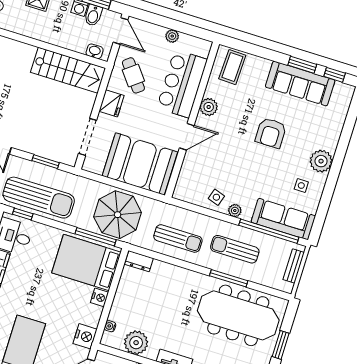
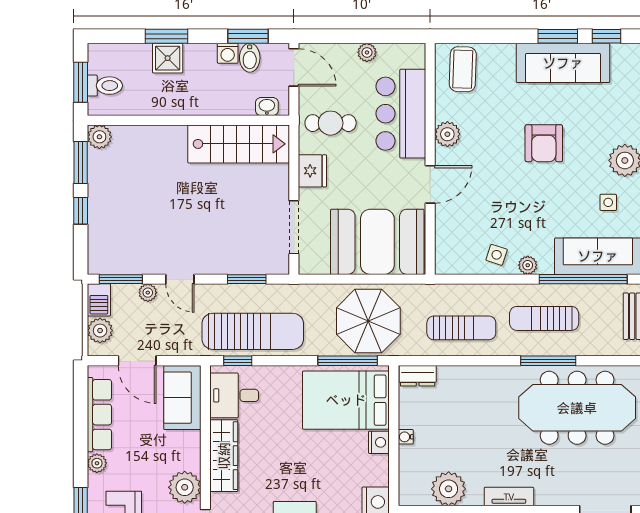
cafe table: (133, 75) -> (331, 123), turned -52
water cooler: (110, 326) -> (406, 437), moved

